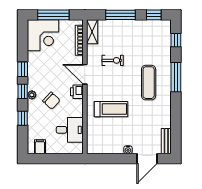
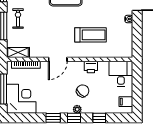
exercise bike: (113, 60) -> (18, 19), moved
printer: (77, 92) -> (91, 67), moved
treadmill: (111, 109) -> (90, 35), turned 90
desk: (70, 130) -> (121, 74), moved

